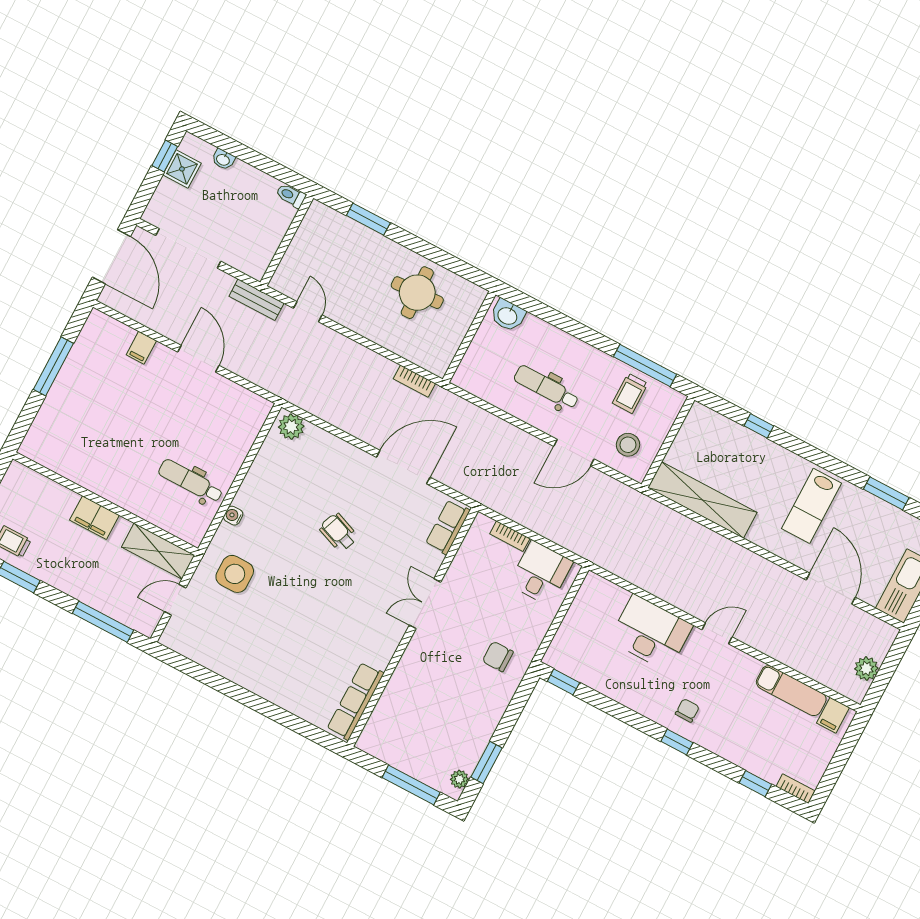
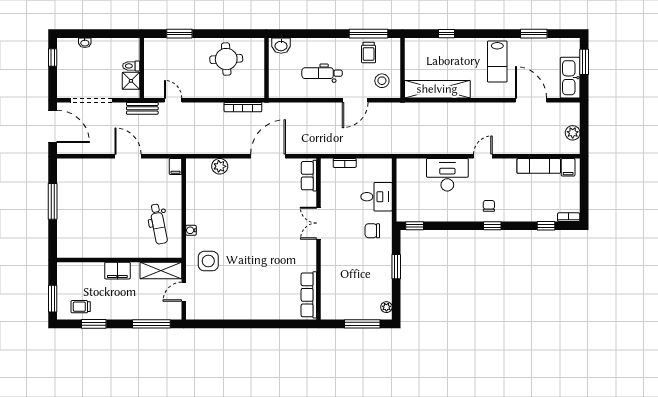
shower: (182, 169) -> (131, 81), moved
toilet: (291, 196) -> (131, 66), moved
filing cabinet: (141, 348) -> (176, 167), moved
bookcase: (414, 381) -> (243, 107), width x1.56
plant: (291, 427) -> (220, 166), moved
dental chair: (190, 481) -> (158, 224), turned -101
wheelchair: (339, 532) -> (252, 209), removed
desk: (541, 573) -> (376, 197), moved, turned 90
window: (487, 763) -> (396, 267), moved

